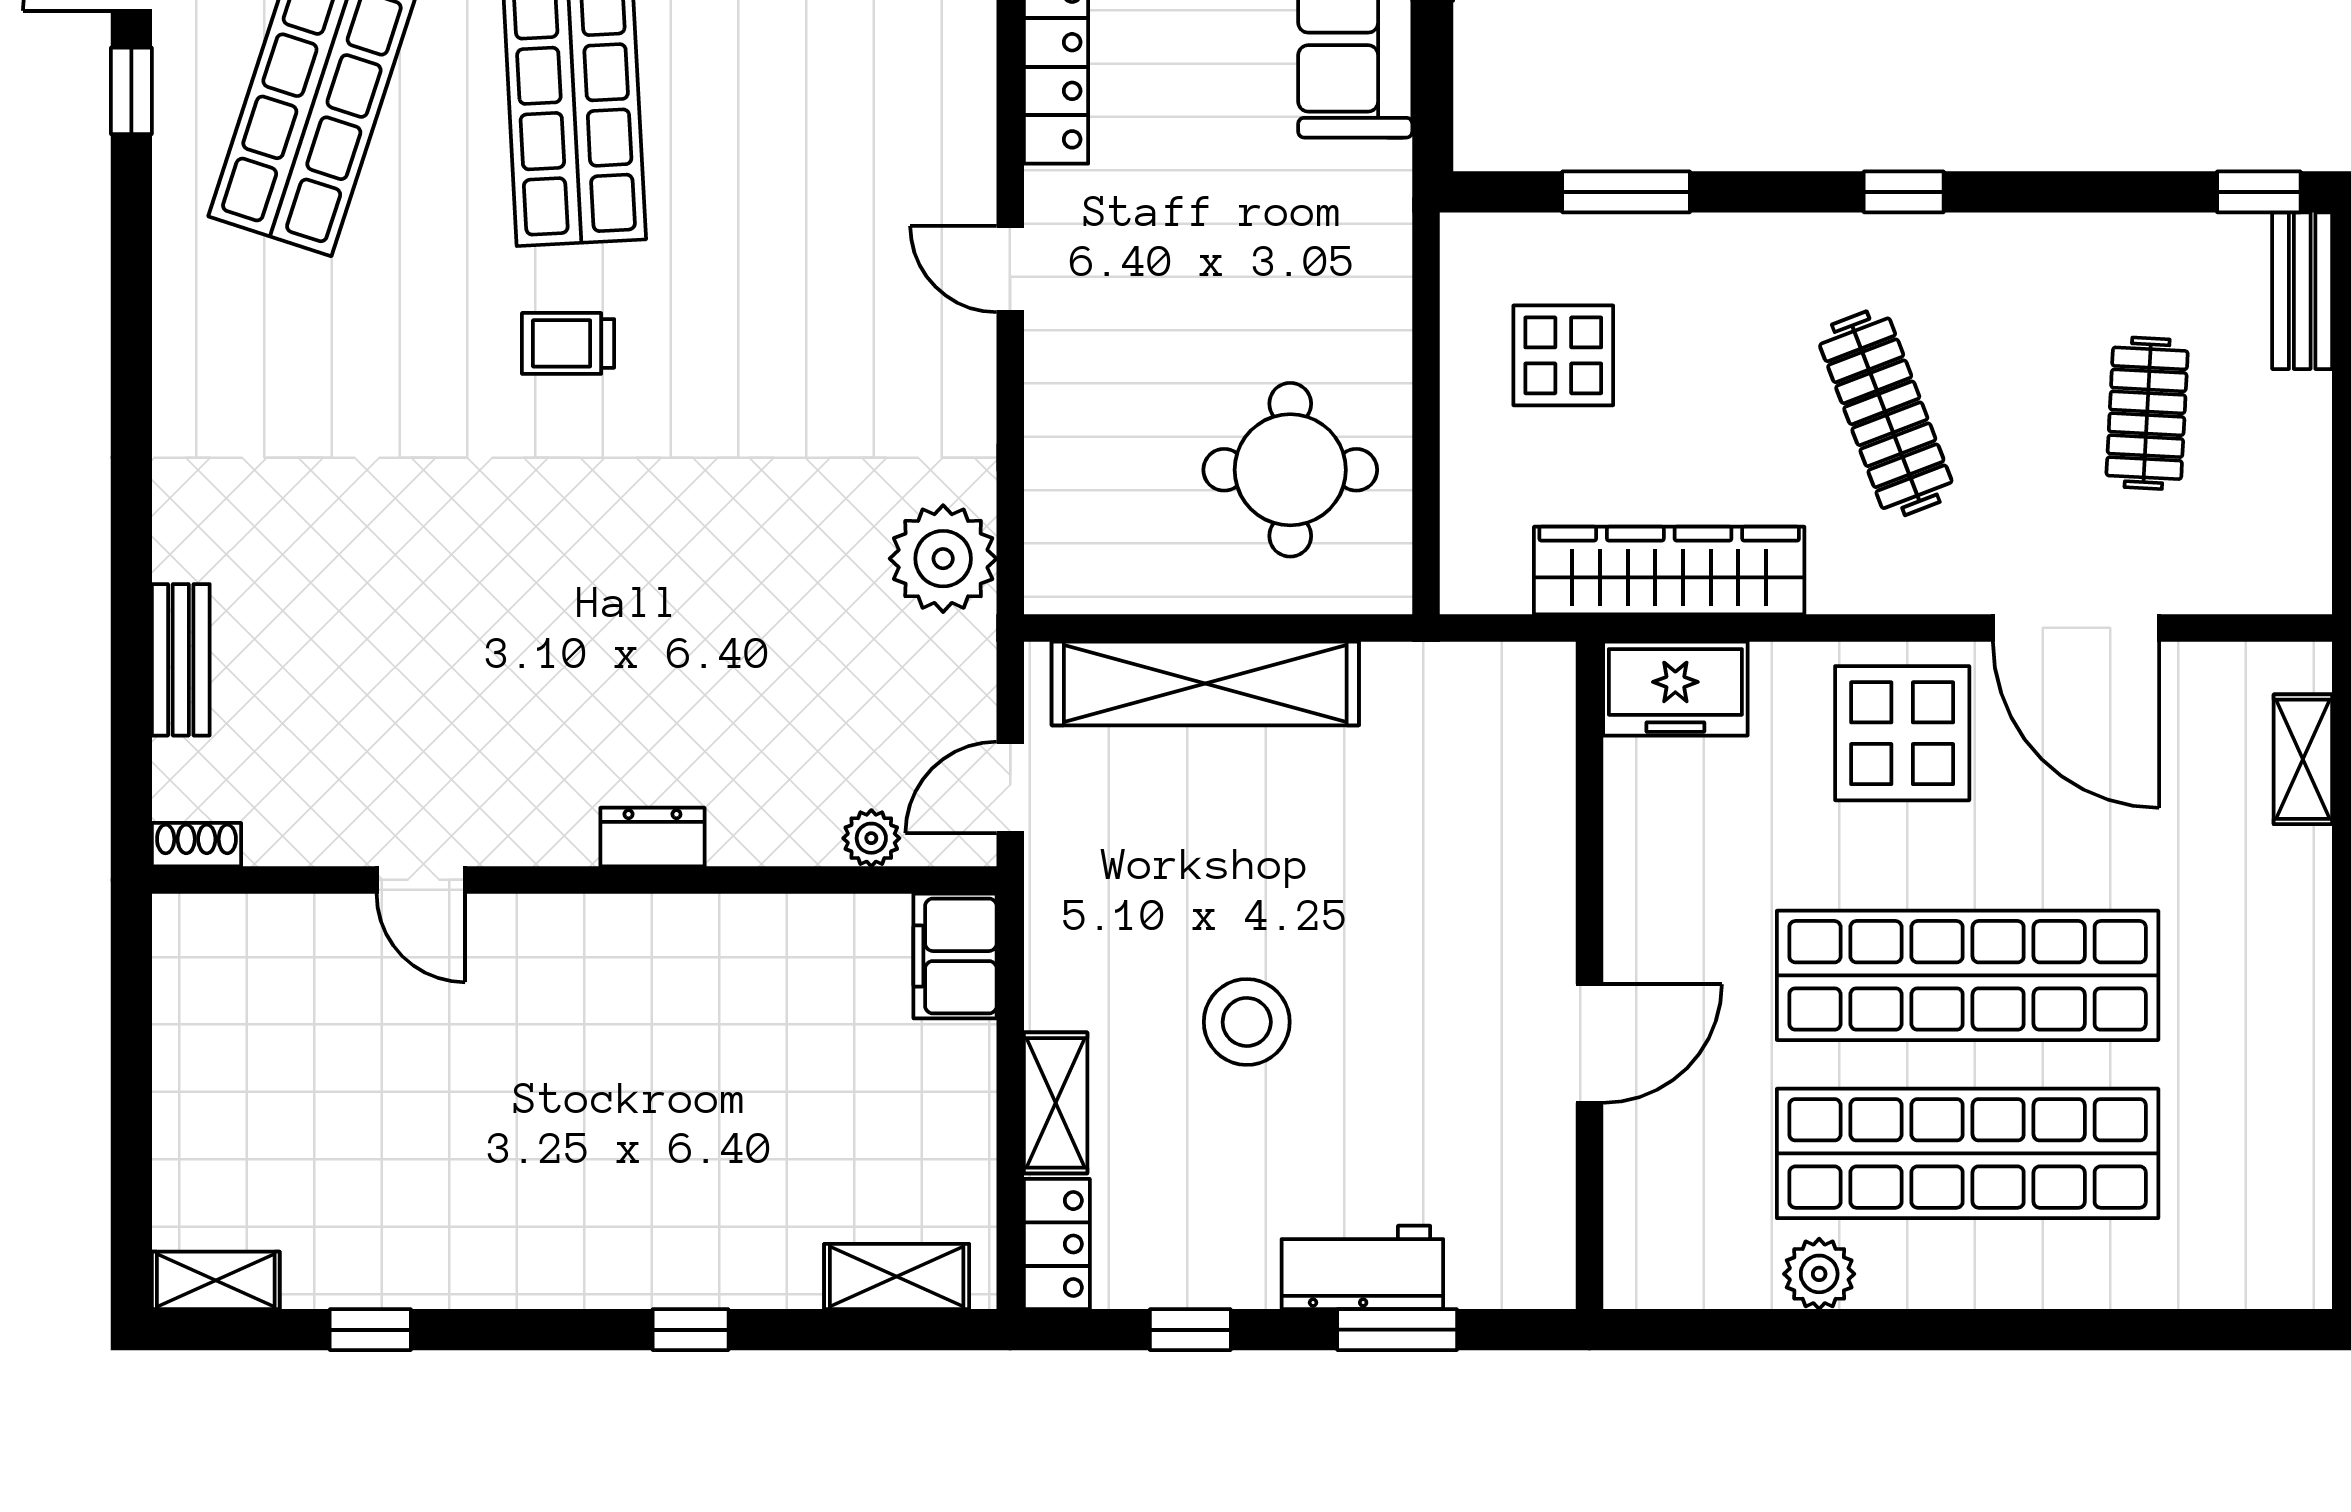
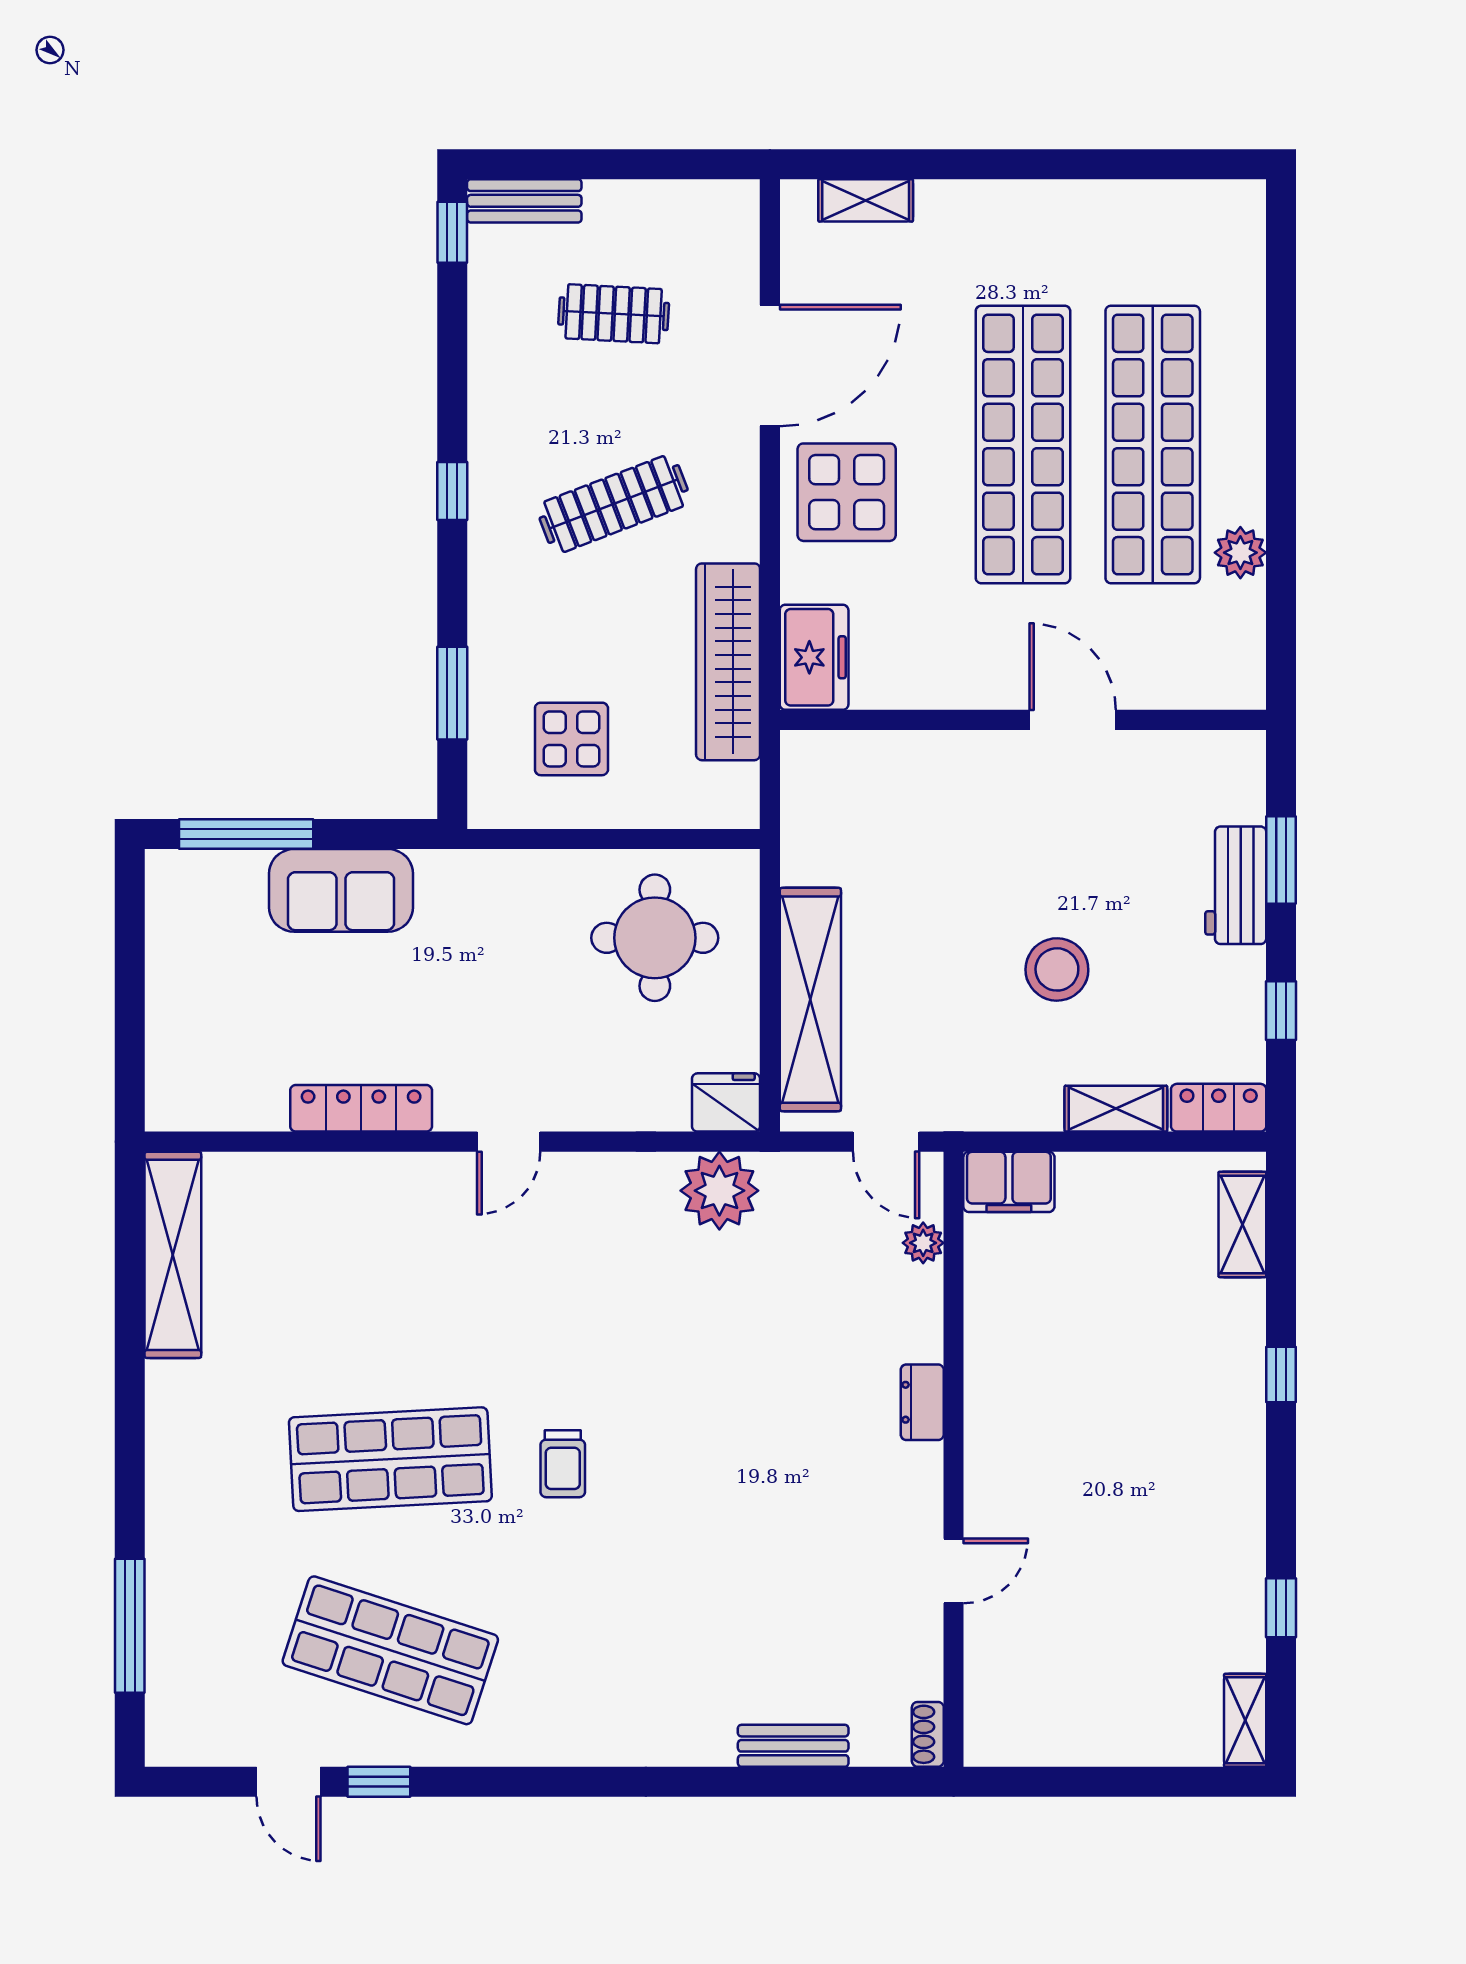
fridge: (1064, 568) -> (726, 1102), added

